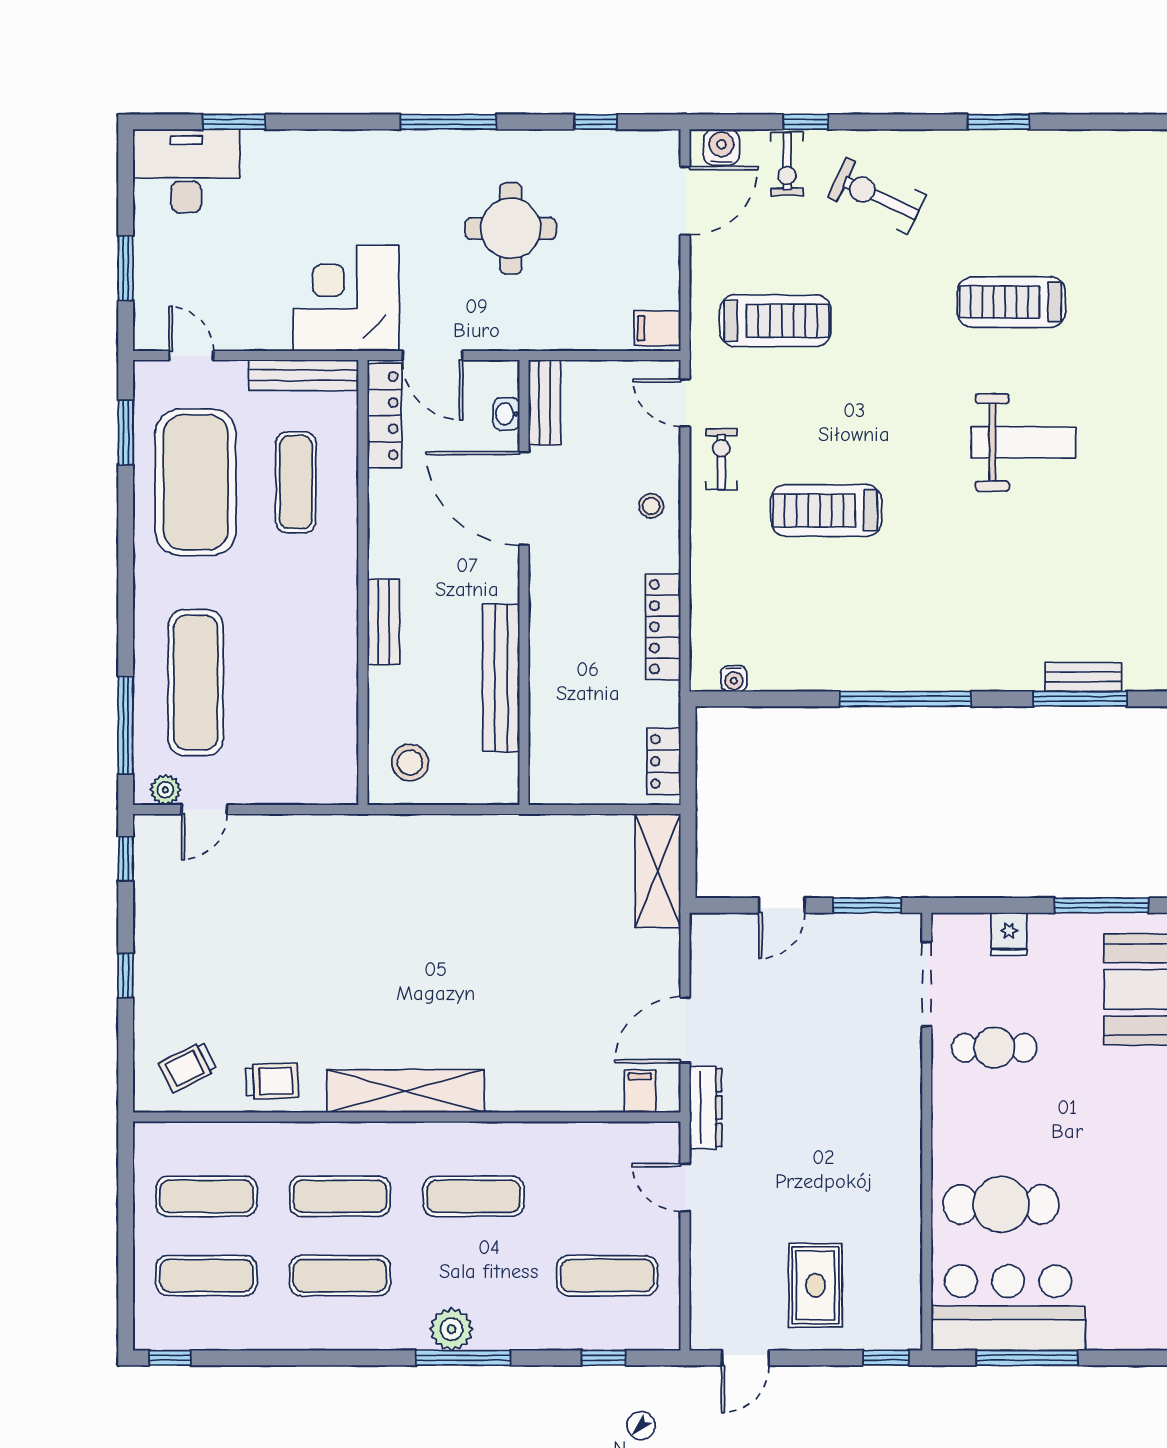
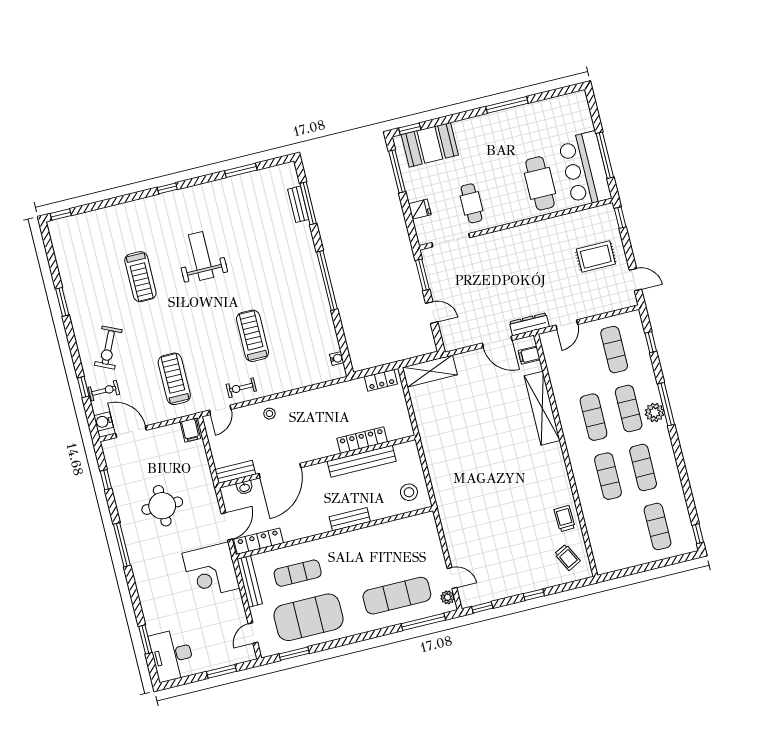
treadmill: (826, 510) -> (252, 336), turned 180
locker: (663, 627) -> (362, 440), moved, turned 180
shelving: (405, 1091) -> (542, 408), moved
exercise mat: (206, 1196) -> (629, 409), moved

